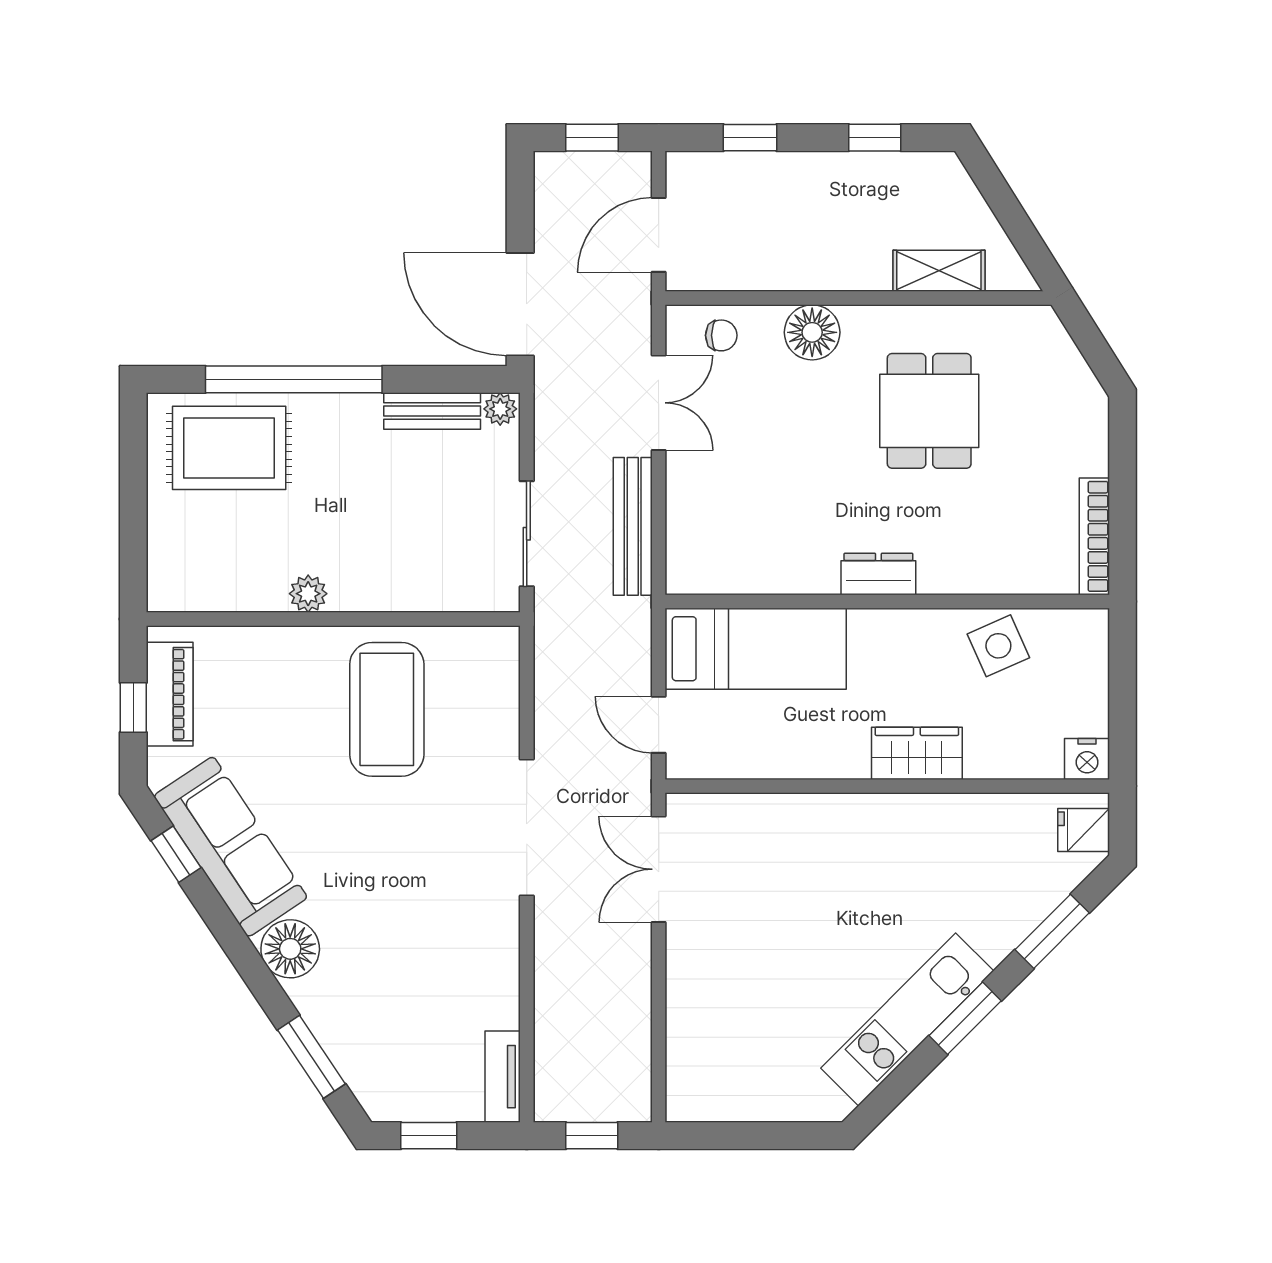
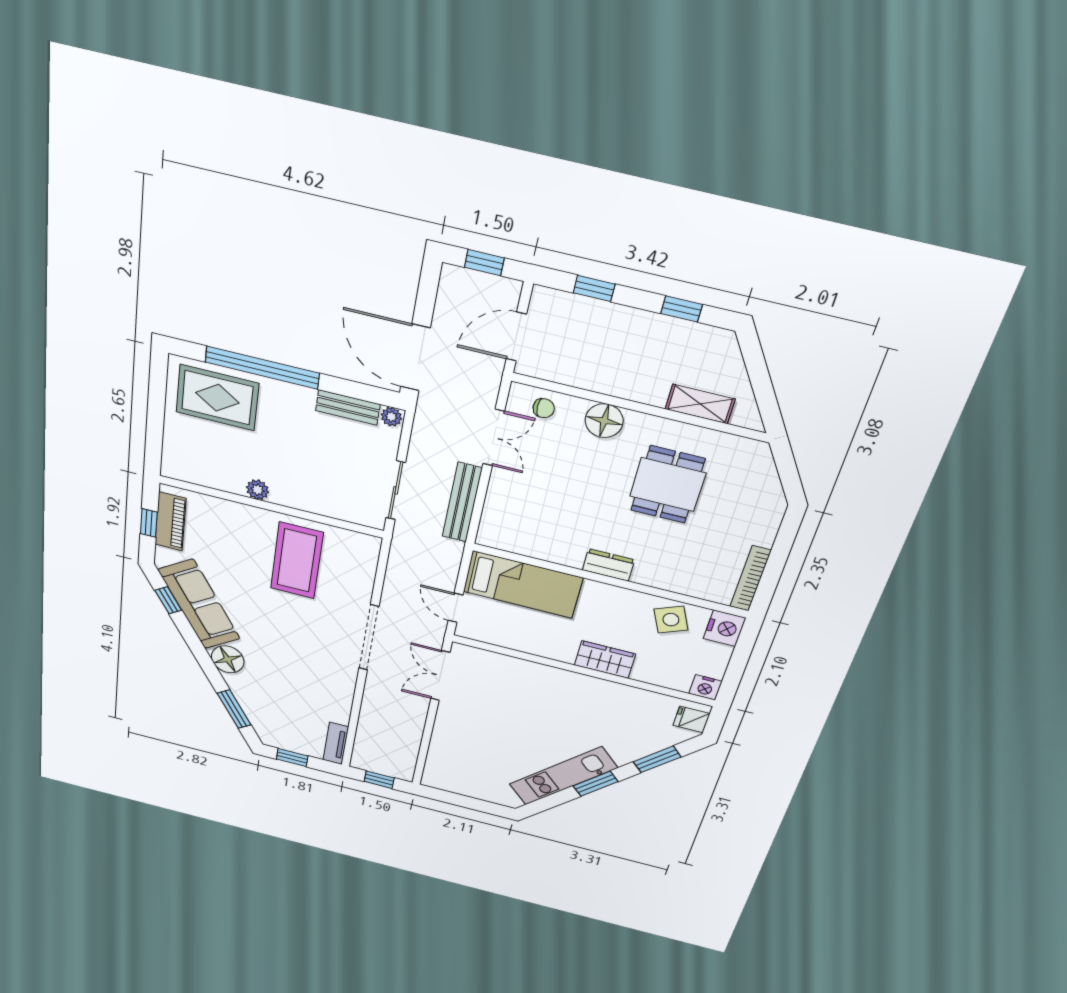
nightstand: (1083, 637) -> (725, 628), added

